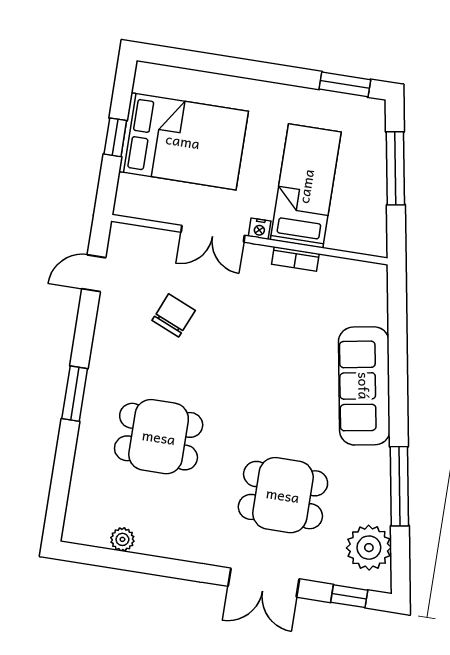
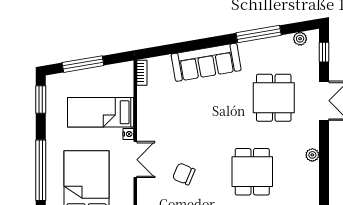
window: (220, 65) -> (41, 170), added
bookcase: (295, 259) -> (142, 73), moved
plant: (122, 539) -> (312, 155), moved
plant: (369, 548) -> (300, 39), width x0.53, depth x0.53

